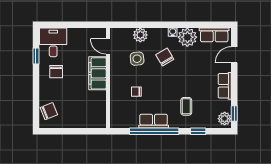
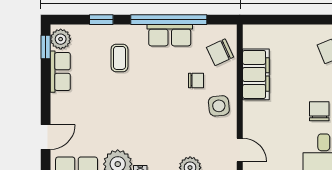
chair: (165, 57) -> (220, 52), moved, turned 96
side table: (137, 59) -> (219, 106), moved
filing cabinet: (97, 73) -> (256, 74), moved
row of seats: (225, 86) -> (60, 72), moved

